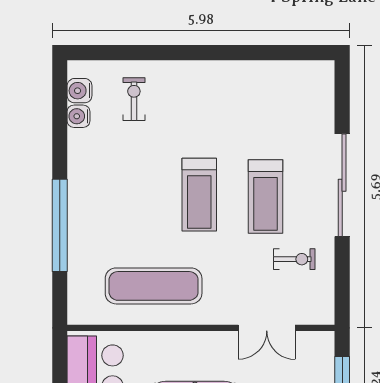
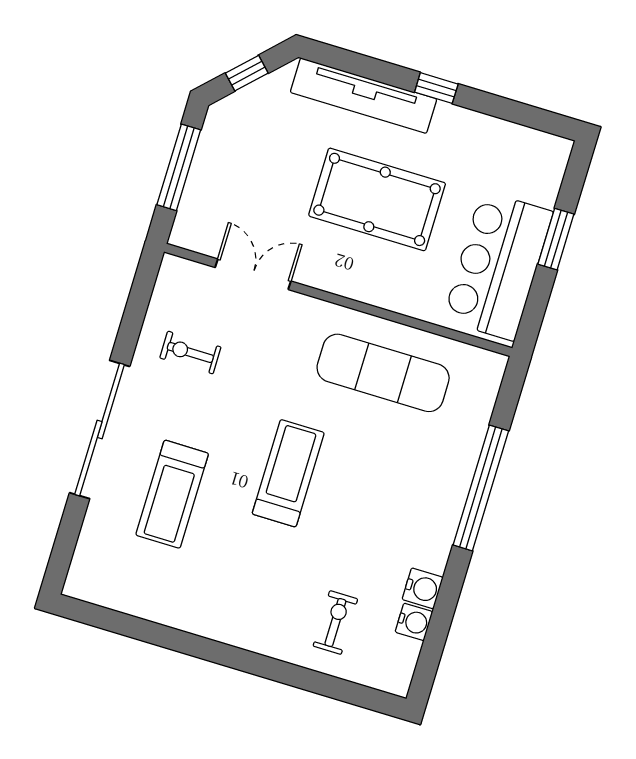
water cooler: (80, 91) -> (423, 588), moved
exercise bike: (134, 99) -> (335, 622), turned 180
treadmill: (266, 197) -> (172, 494), moved, turned 180

